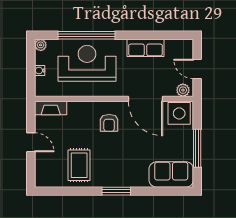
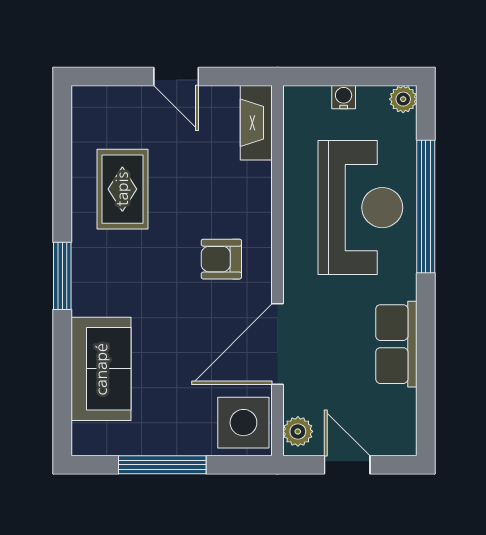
door: (197, 69) -> (347, 465), hinge flipped
door: (31, 142) -> (176, 77), hinge flipped
rug: (79, 165) -> (122, 189), turned 90
sofa: (171, 174) -> (101, 369), moved

